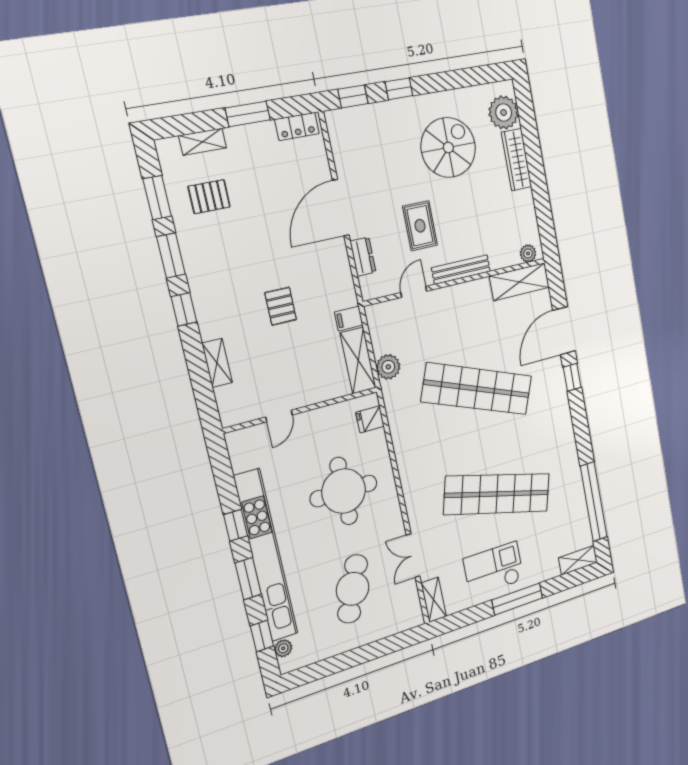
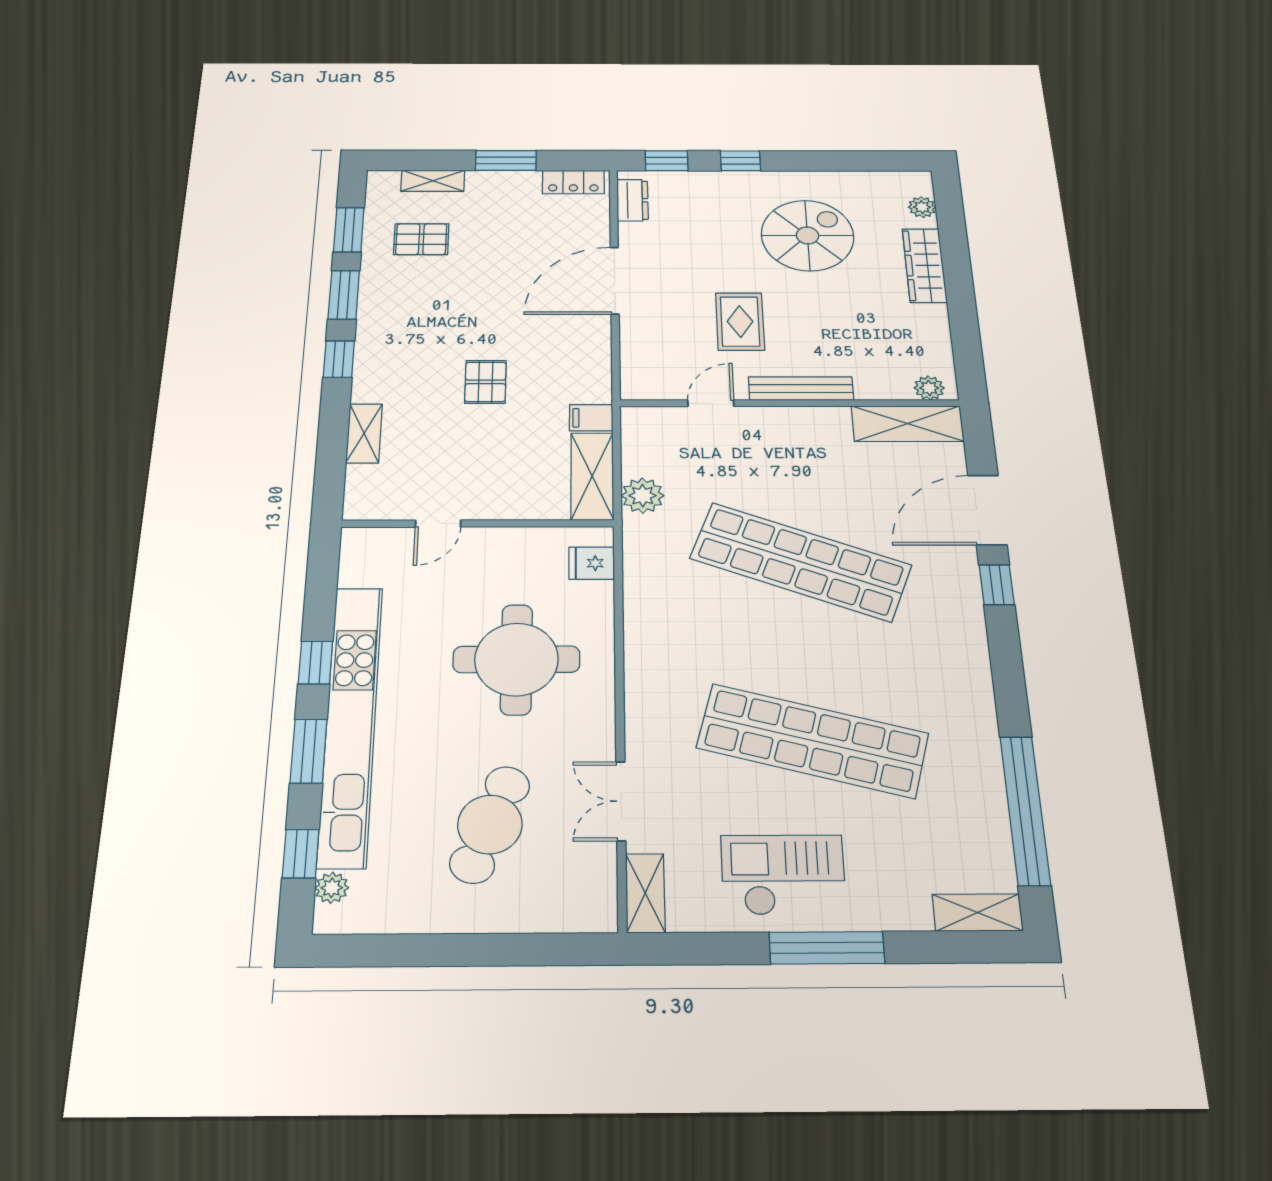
plant: (504, 113) -> (922, 207), width x0.53, depth x0.53
dresser: (363, 257) -> (632, 200), moved

